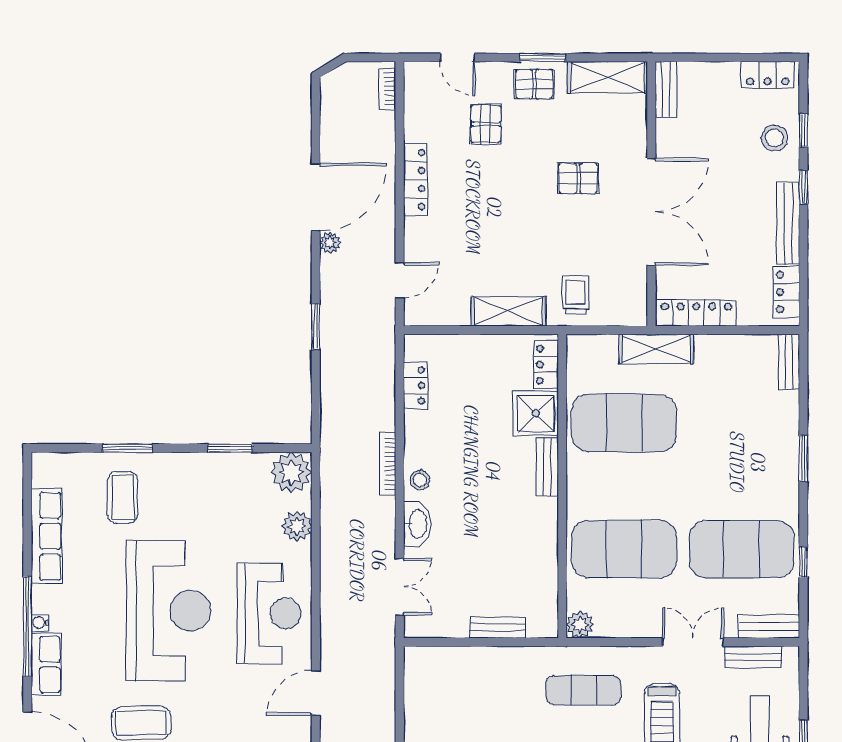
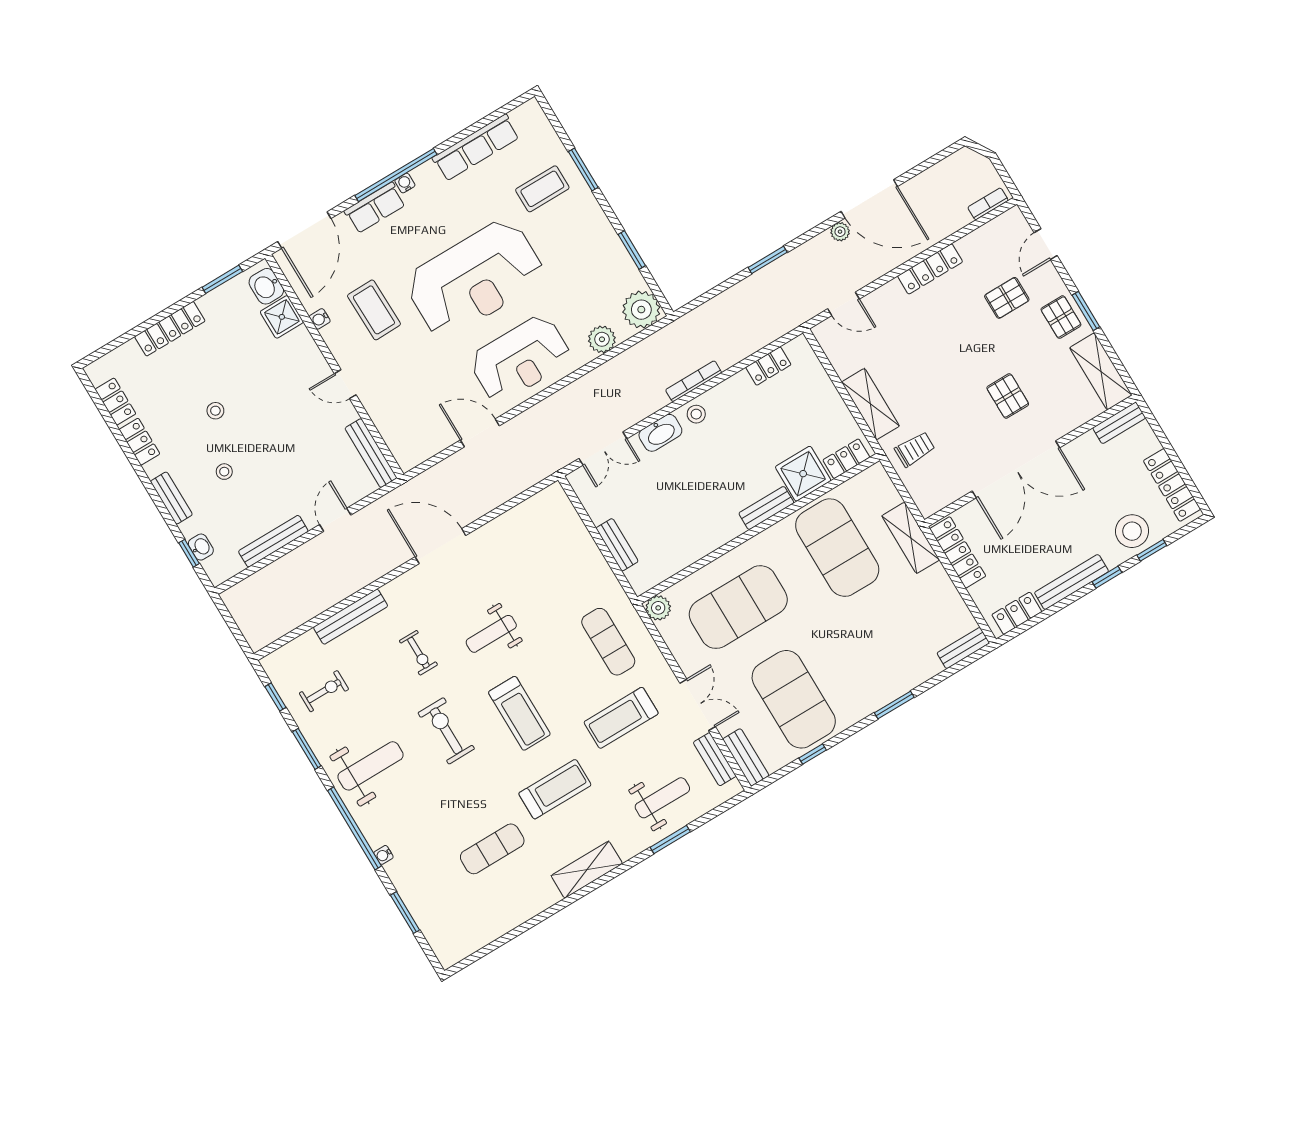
locker: (768, 75) -> (1172, 485), width x1.53
stool: (774, 138) -> (1132, 531), width x1.38, depth x1.38
exercise mat: (624, 549) -> (738, 607), turned 90

